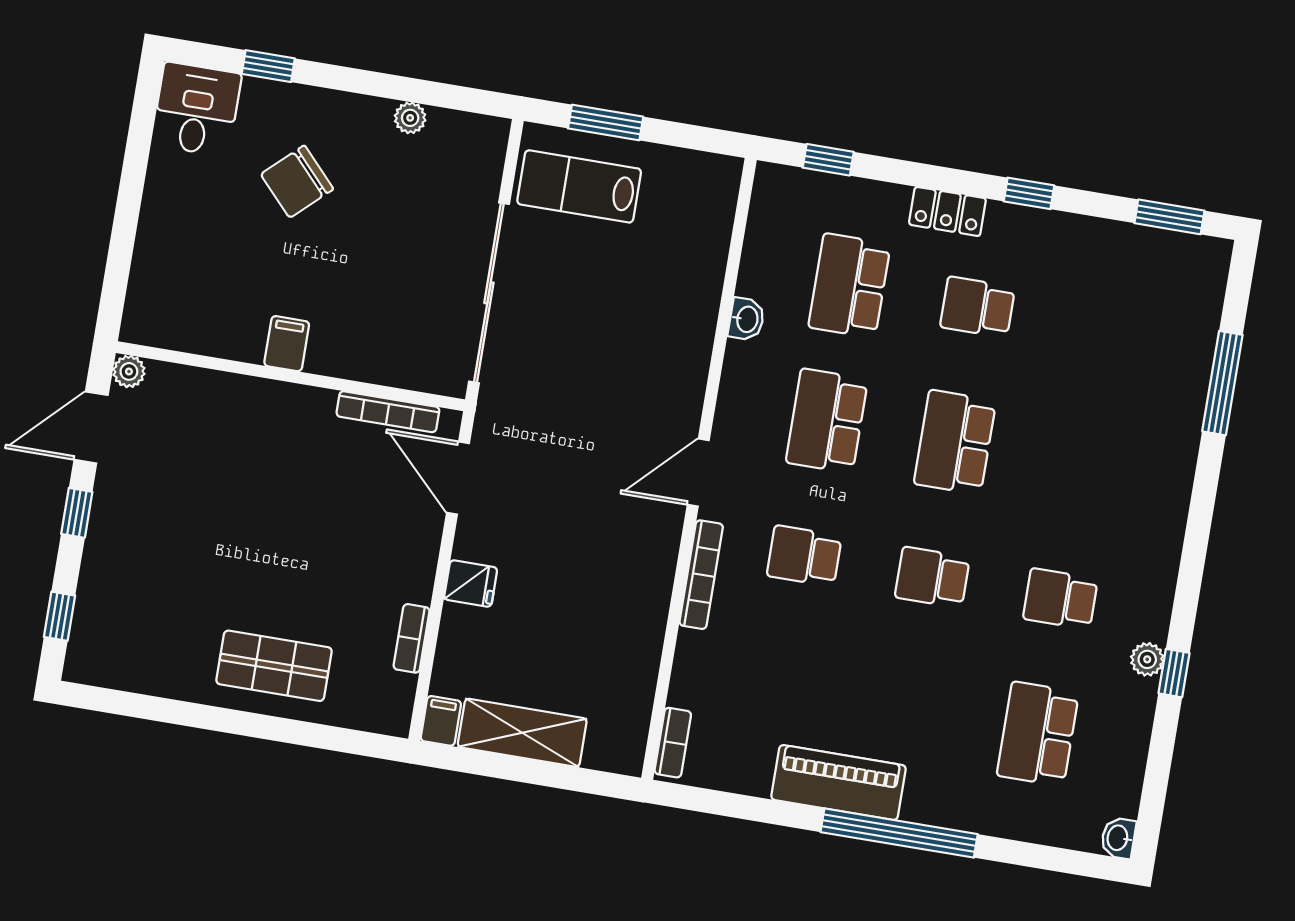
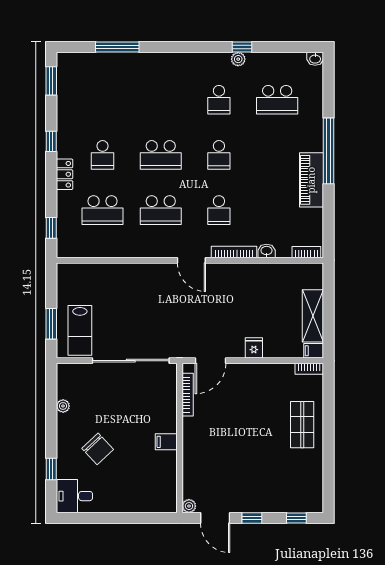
washbasin: (746, 319) -> (267, 251), moved
bookcase: (412, 638) -> (309, 369), moved

